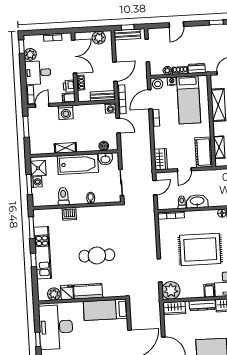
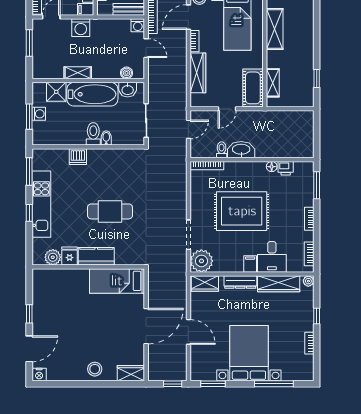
wardrobe: (161, 159) -> (198, 73), moved, width x1.50
shower: (38, 168) -> (56, 92), moved
toilet: (63, 196) -> (93, 134), moved
desk: (56, 327) -> (53, 299), removed

